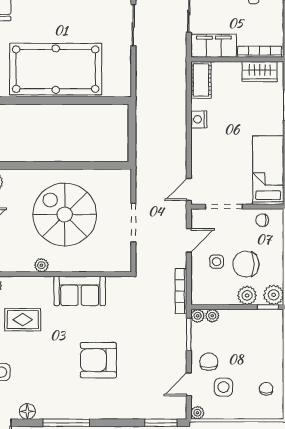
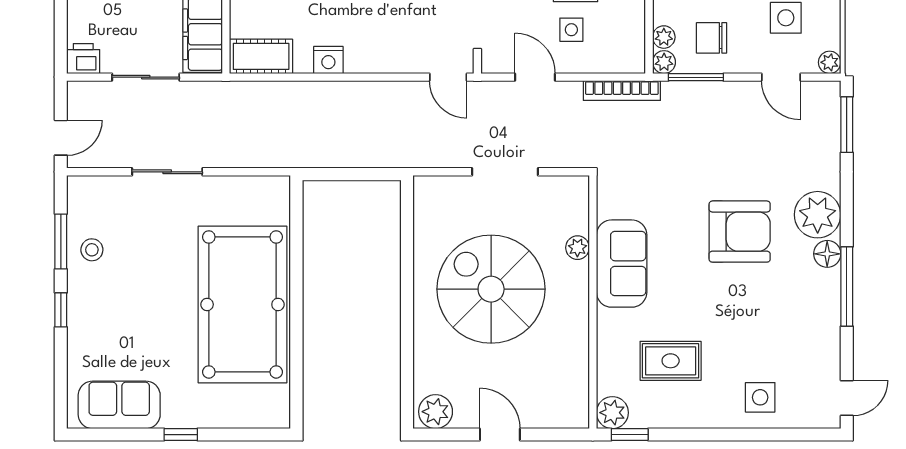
spiral stairs: (65, 215) -> (491, 289), turned 90
plant: (41, 265) -> (577, 248), moved
rug: (23, 320) -> (671, 361), turned 90
armchair: (98, 360) -> (740, 232), turned -90
chair: (209, 362) -> (712, 38), moved
plant: (108, 406) -> (818, 215), added
floor lamp: (27, 411) -> (827, 254), moved

